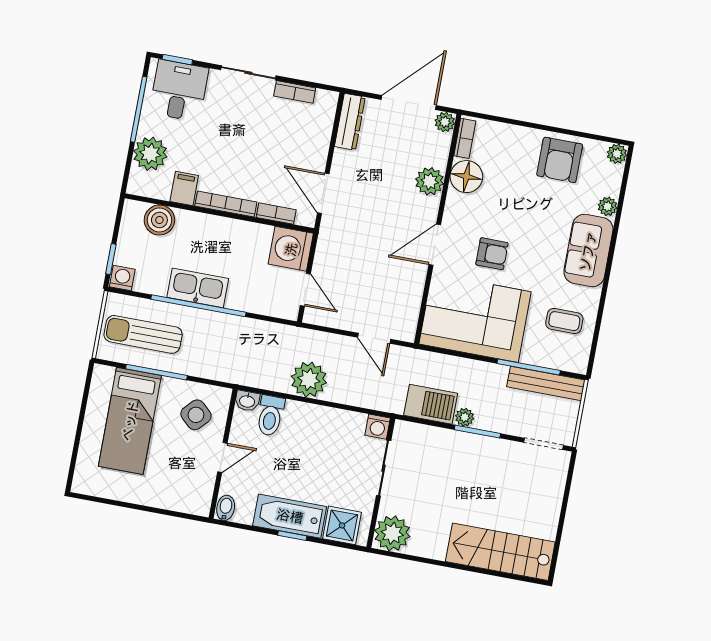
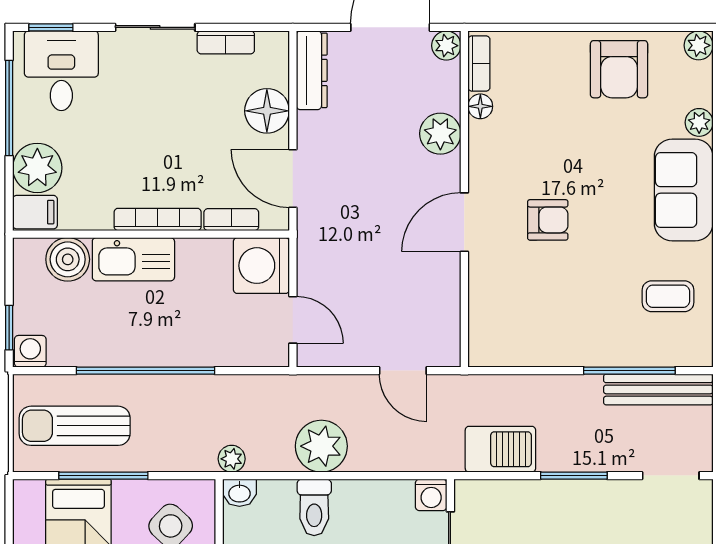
floor lamp: (314, 144) -> (267, 111), added
floor lamp: (466, 177) -> (480, 106), width x0.53, depth x0.53
filing cabinet: (184, 188) -> (35, 212), moved, turned 90
kitchen sink: (198, 288) -> (133, 259), moved, turned 180
corner sofa: (475, 318) -> (541, 315), removed
toilet: (270, 416) -> (314, 507), moved
plant: (465, 417) -> (232, 459), moved

